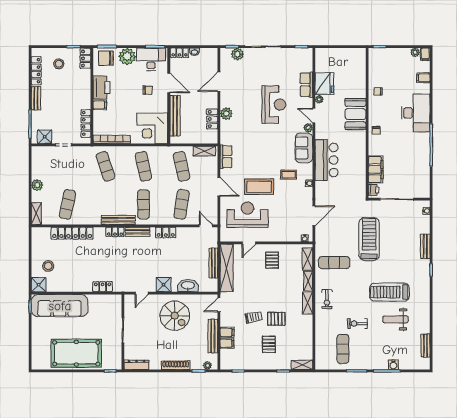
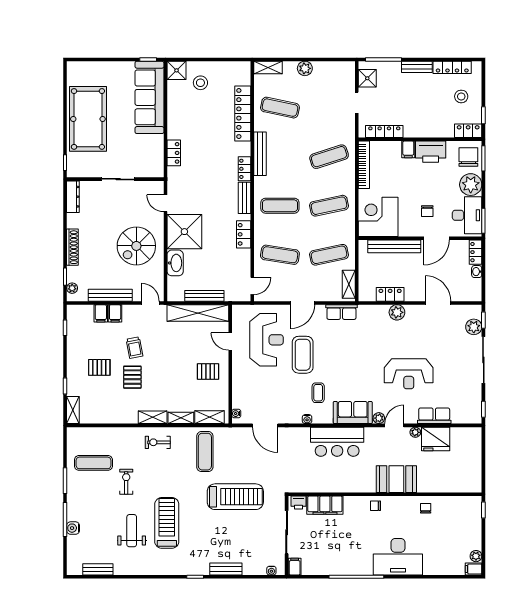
filing cabinet: (423, 78) -> (295, 567), moved
bench: (118, 220) -> (260, 154), moved
shower: (164, 285) -> (184, 232), width x1.86, depth x1.86

